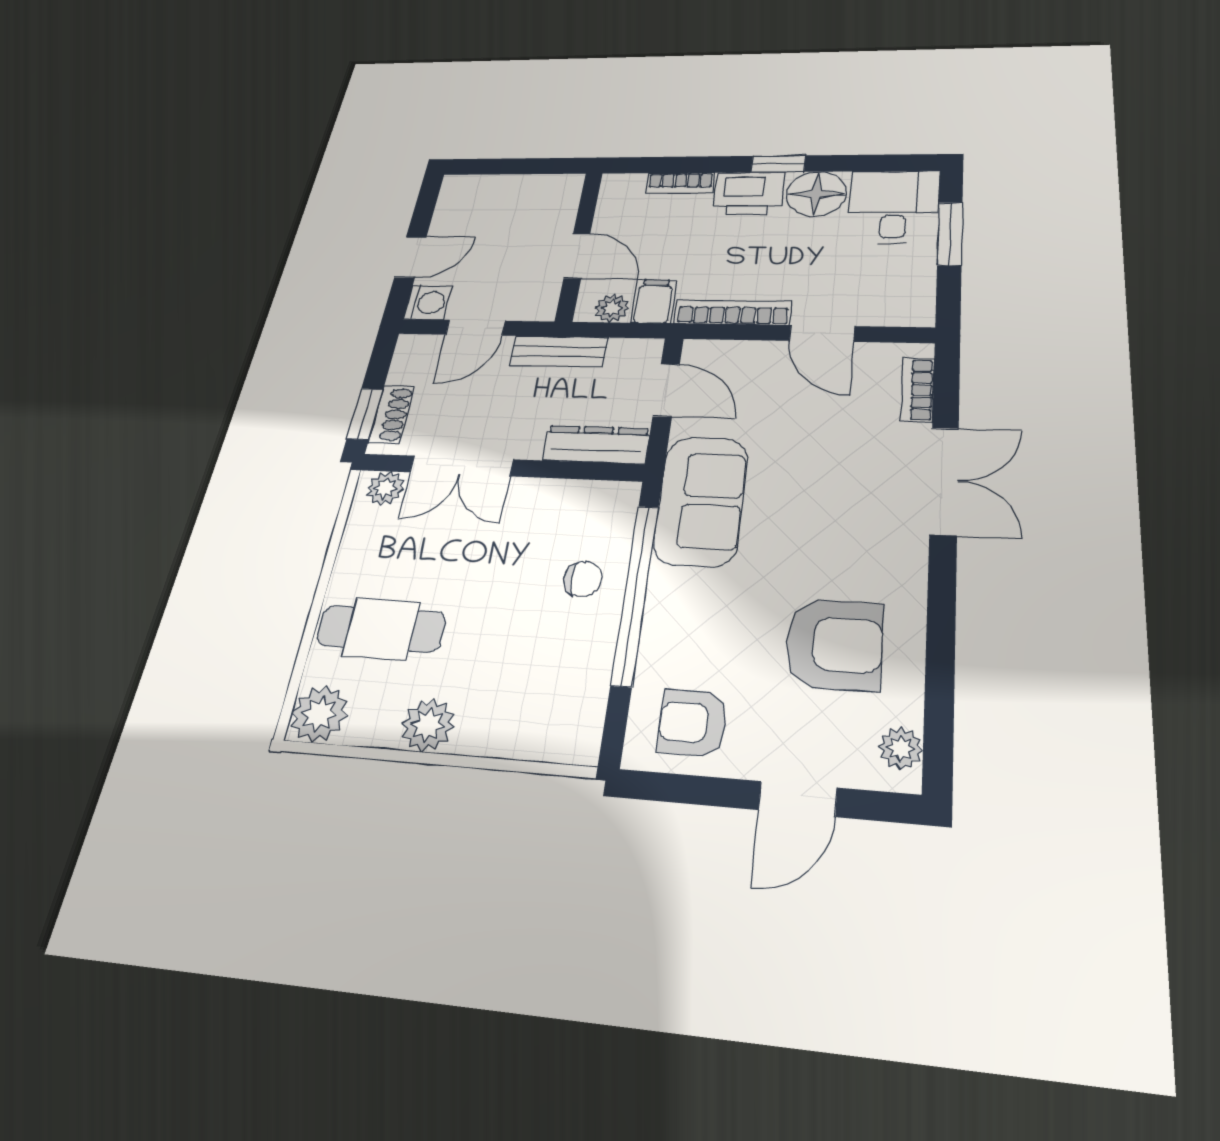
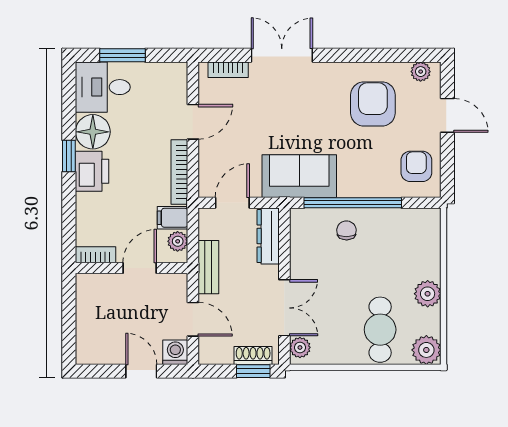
bookcase: (680, 183) -> (96, 255), moved, turned -90
armchair: (693, 723) -> (416, 166), turned 180

